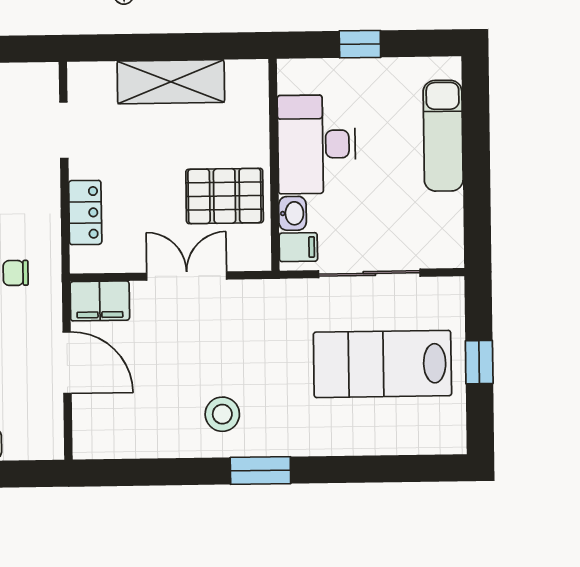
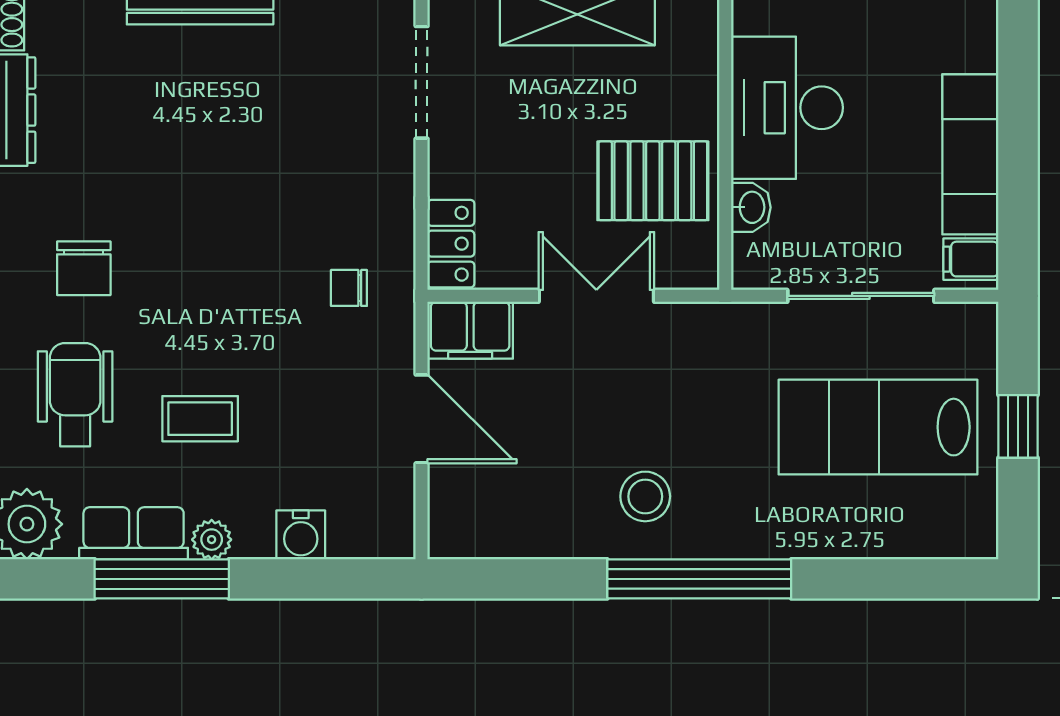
doorway: (64, 130) -> (422, 82), width x1.38
exam couch: (443, 136) -> (970, 154), moved
locker: (85, 212) -> (451, 244), moved
filing cabinet: (298, 247) -> (971, 259), moved, turned 180
window: (260, 471) -> (699, 579), width x2.11

